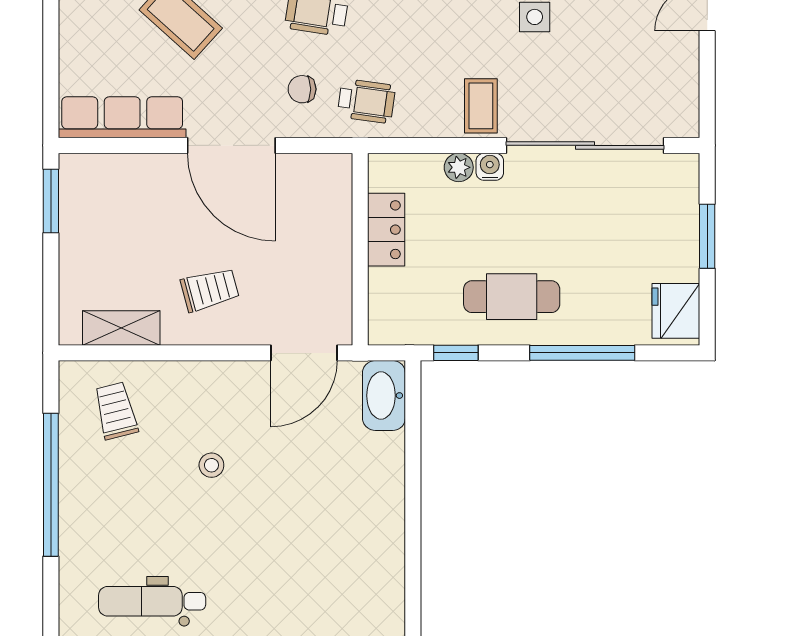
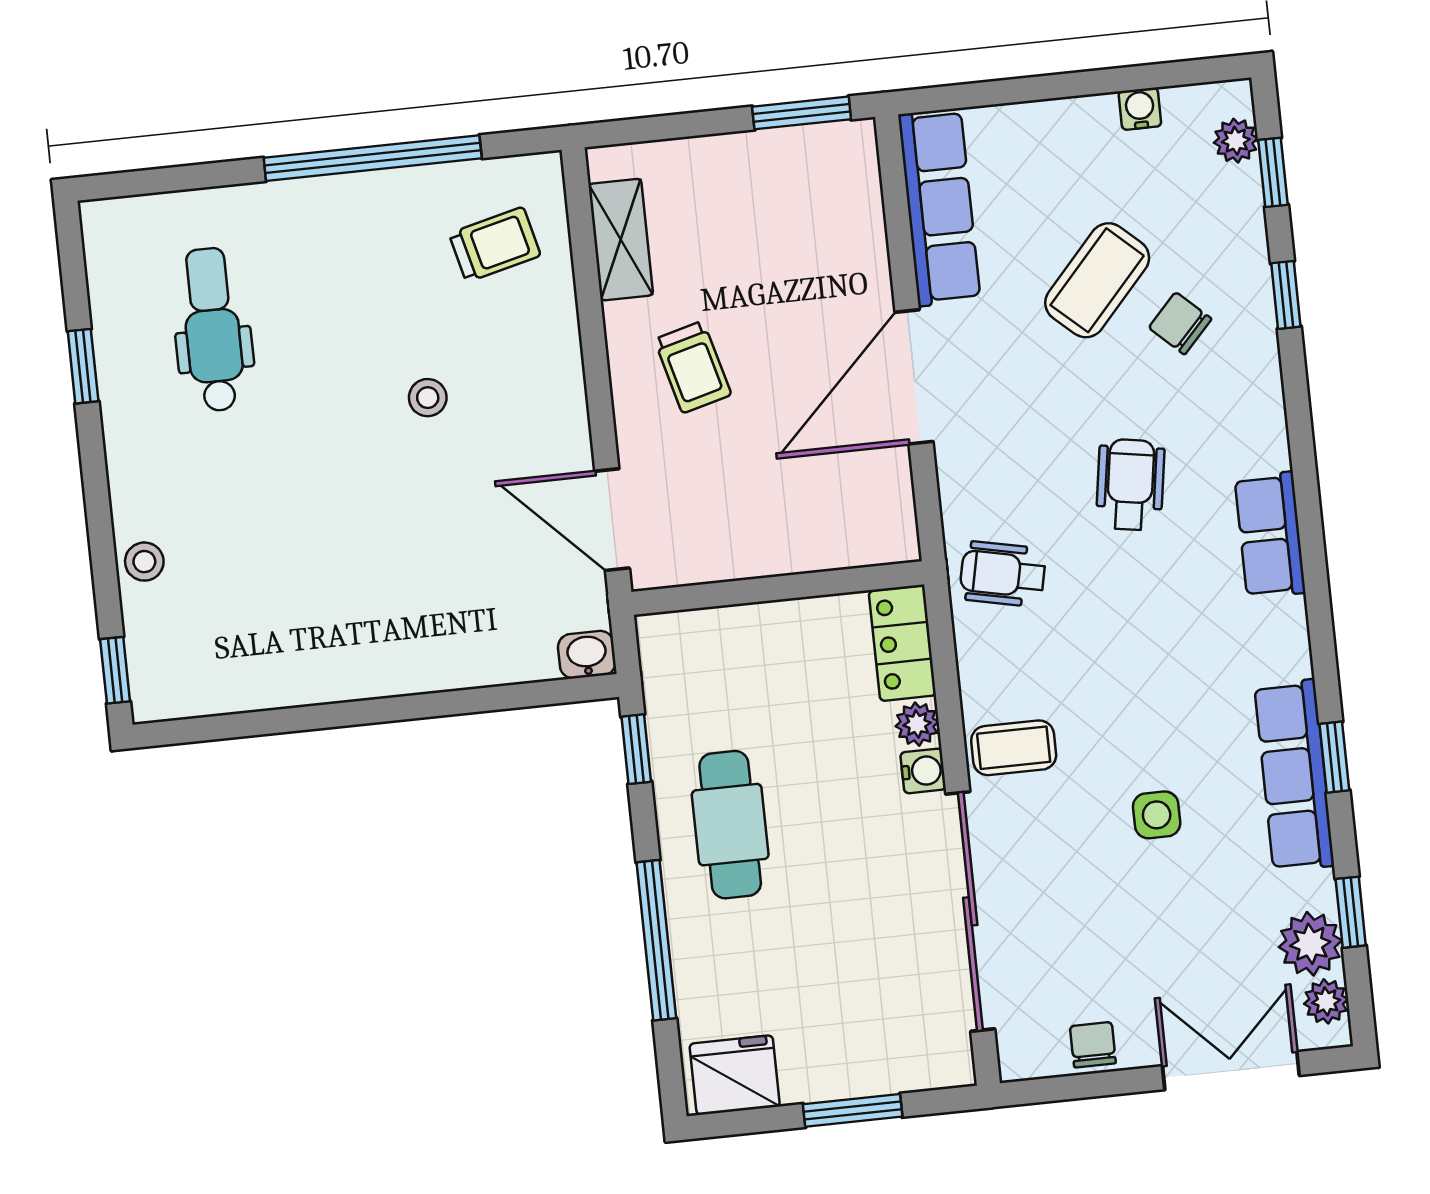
chair: (302, 89) -> (1093, 1045), moved
wheelchair: (366, 101) -> (1003, 574), turned 94
locker: (386, 230) -> (902, 643), moved, turned 90
washbasin: (384, 396) -> (587, 655), width x0.52, depth x0.69

